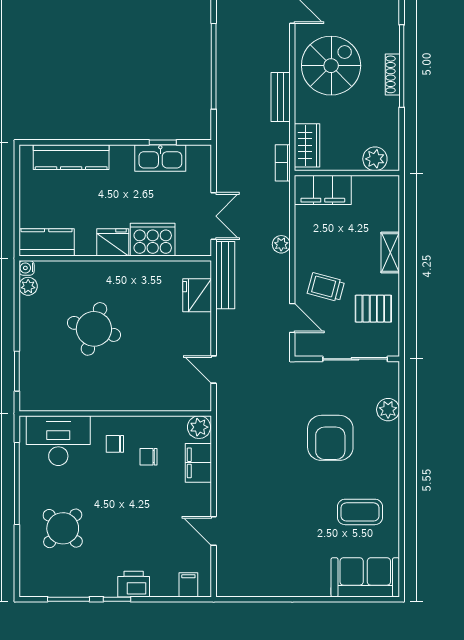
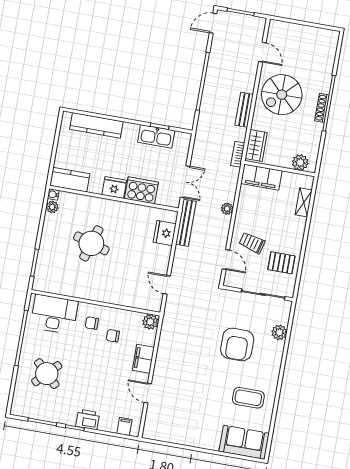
spiral stairs: (331, 66) -> (282, 95), turned 180
shelving: (390, 253) -> (304, 202), moved
filing cabinet: (198, 463) -> (143, 359), moved

